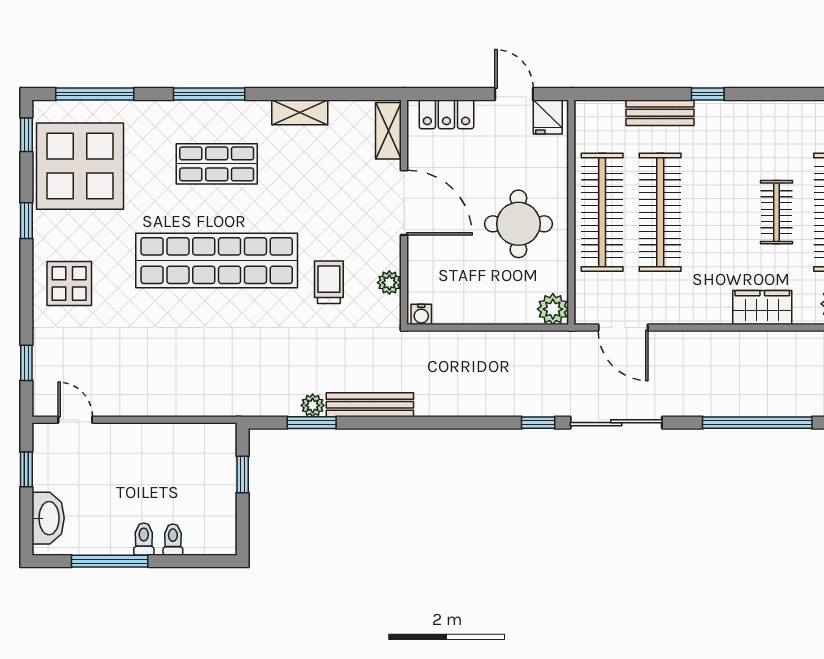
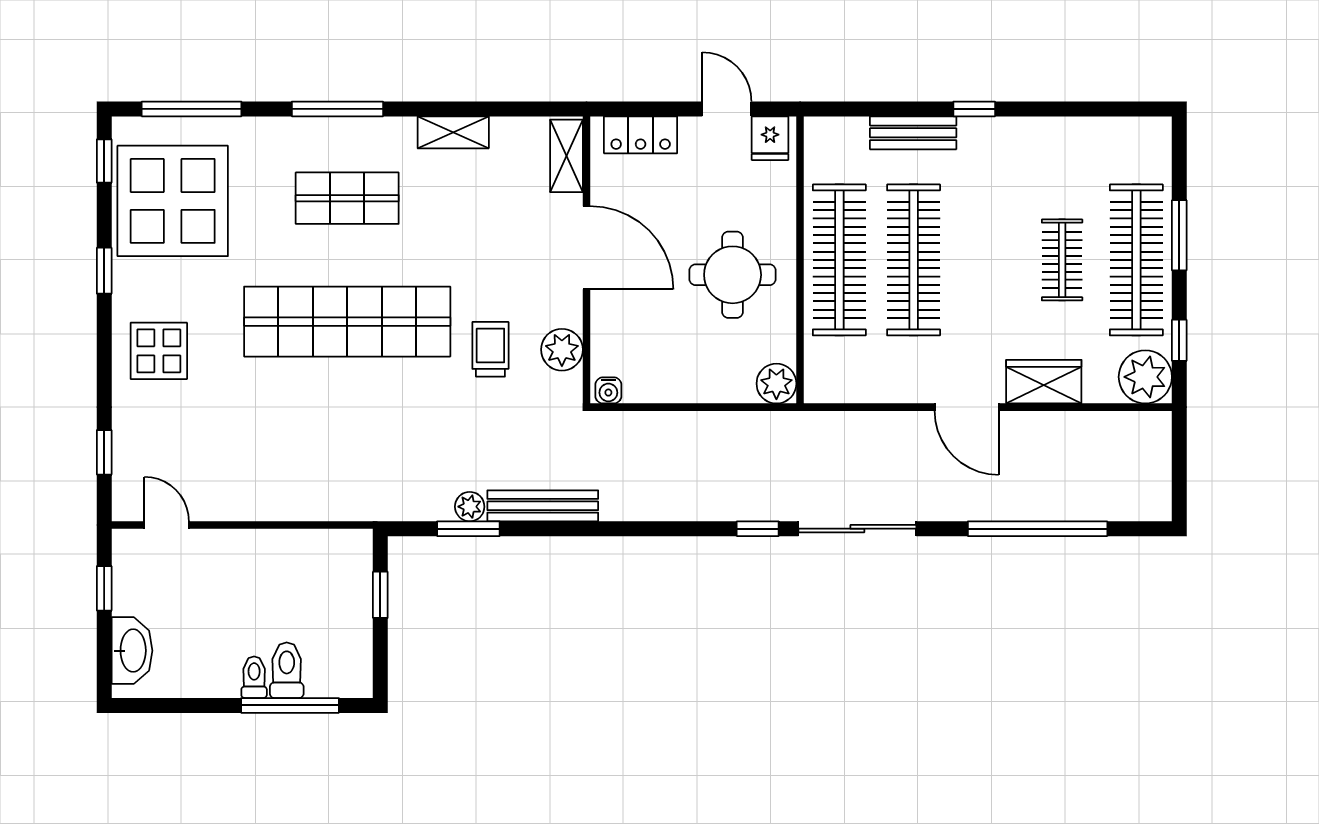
plant: (389, 283) -> (562, 350), width x1.38, depth x1.38
door: (623, 328) -> (967, 407), moved
toilet: (173, 540) -> (287, 670), width x1.37, depth x1.39
window: (110, 561) -> (290, 705), moved

